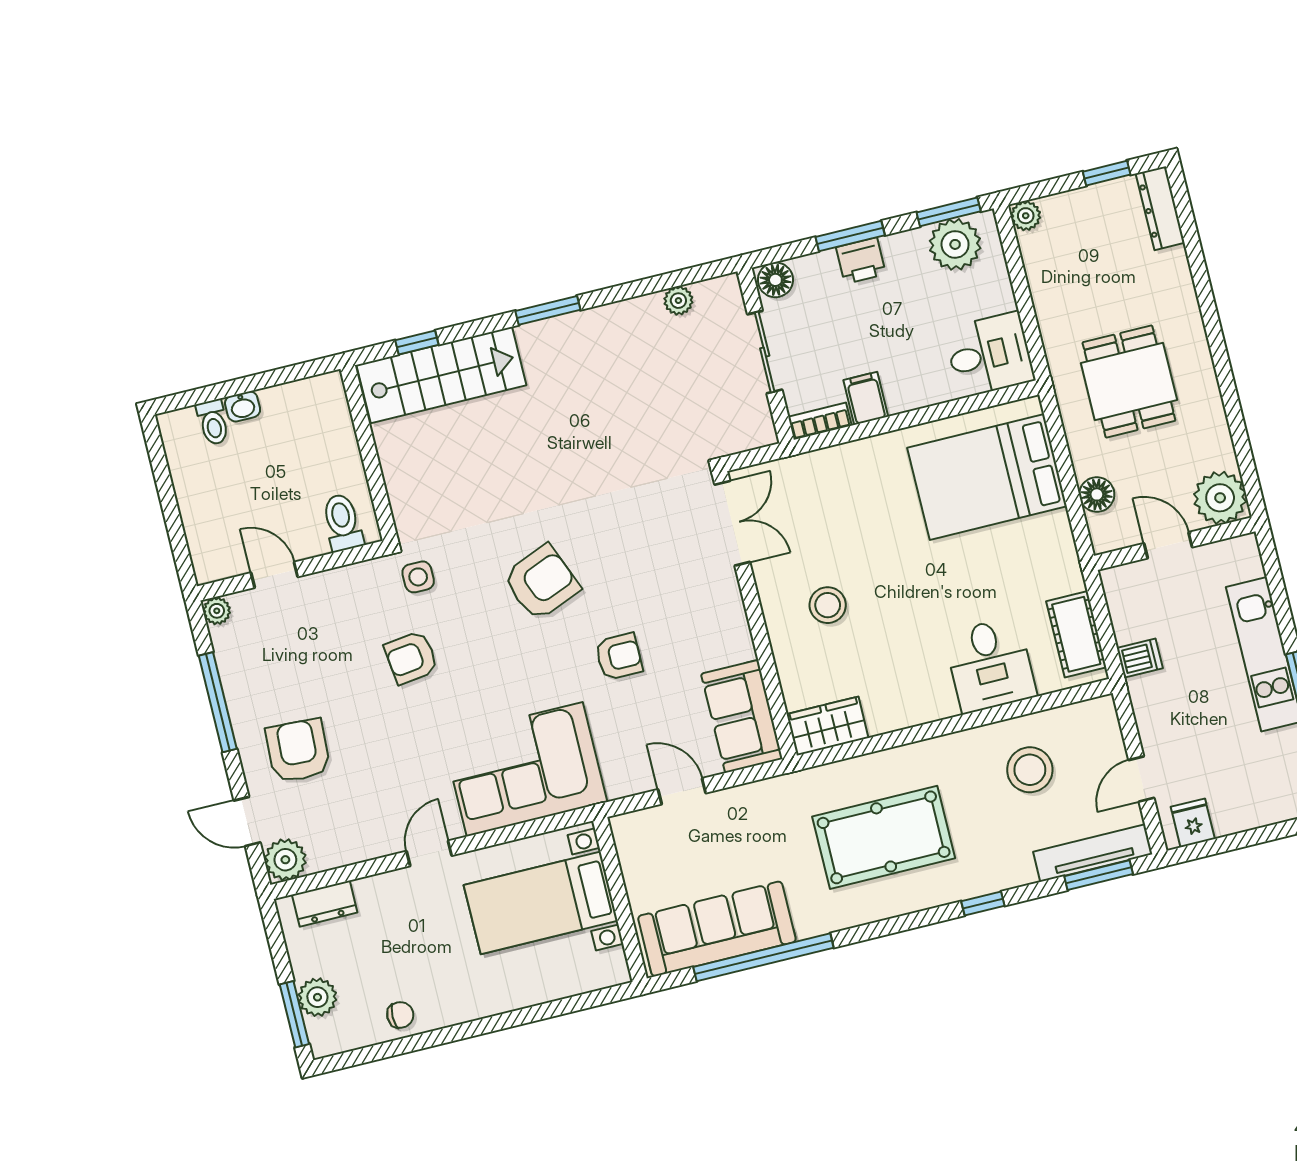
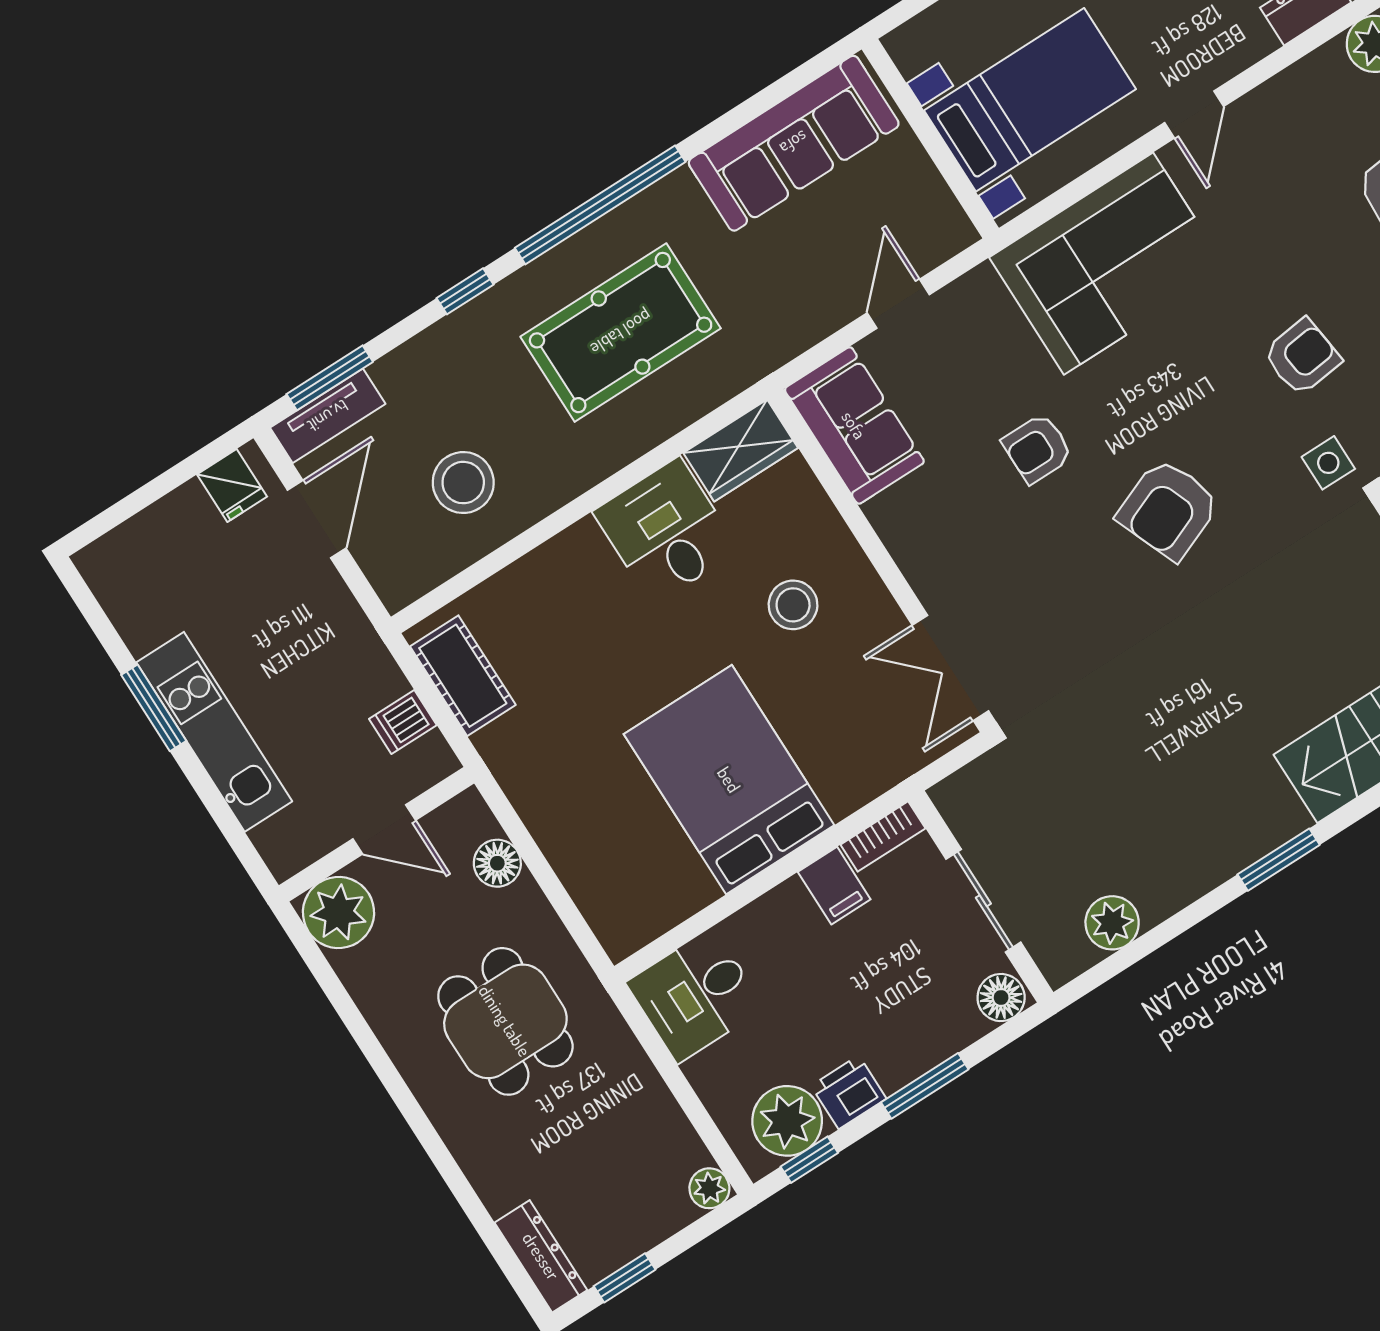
window: (949, 212) -> (809, 1160), width x0.67
printer: (861, 261) -> (849, 1092), moved
plant: (678, 301) -> (1112, 923), width x1.38, depth x1.38
bed: (987, 477) -> (729, 780), moved, turned -90
dishwasher: (1140, 658) -> (403, 722), moved
desk: (990, 665) -> (666, 531), moved
door: (1141, 779) -> (317, 519), width x1.37
door: (682, 791) -> (898, 304), swing flipped
tv unit: (1093, 853) -> (328, 416), width x0.71
window: (763, 957) -> (600, 205), moved

